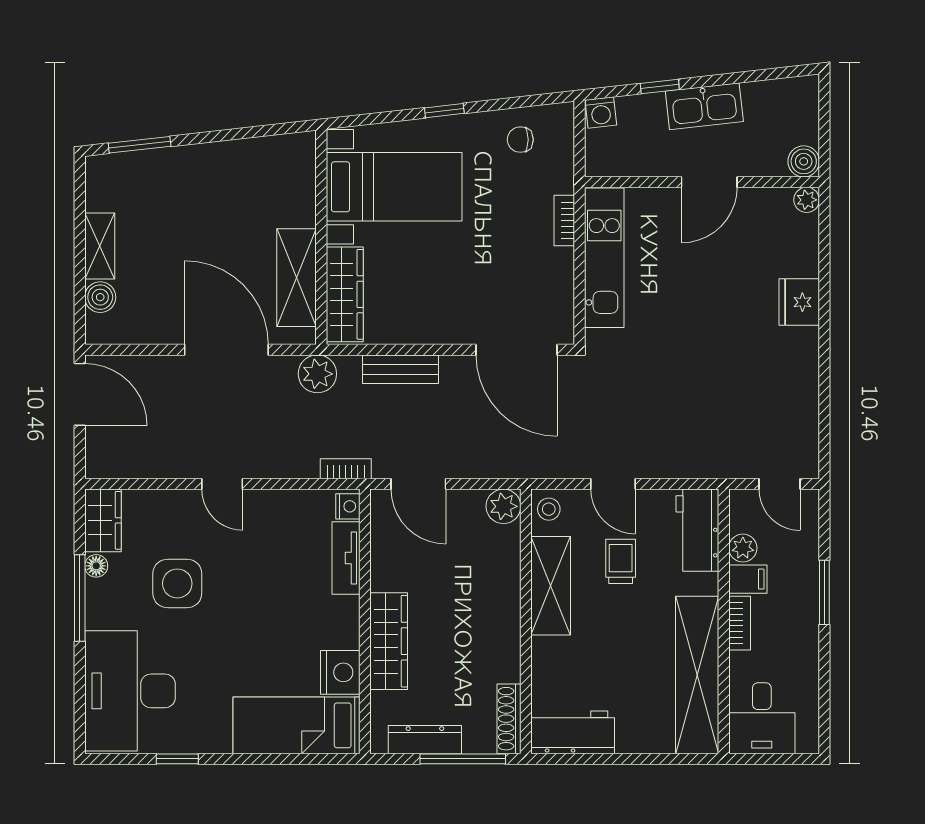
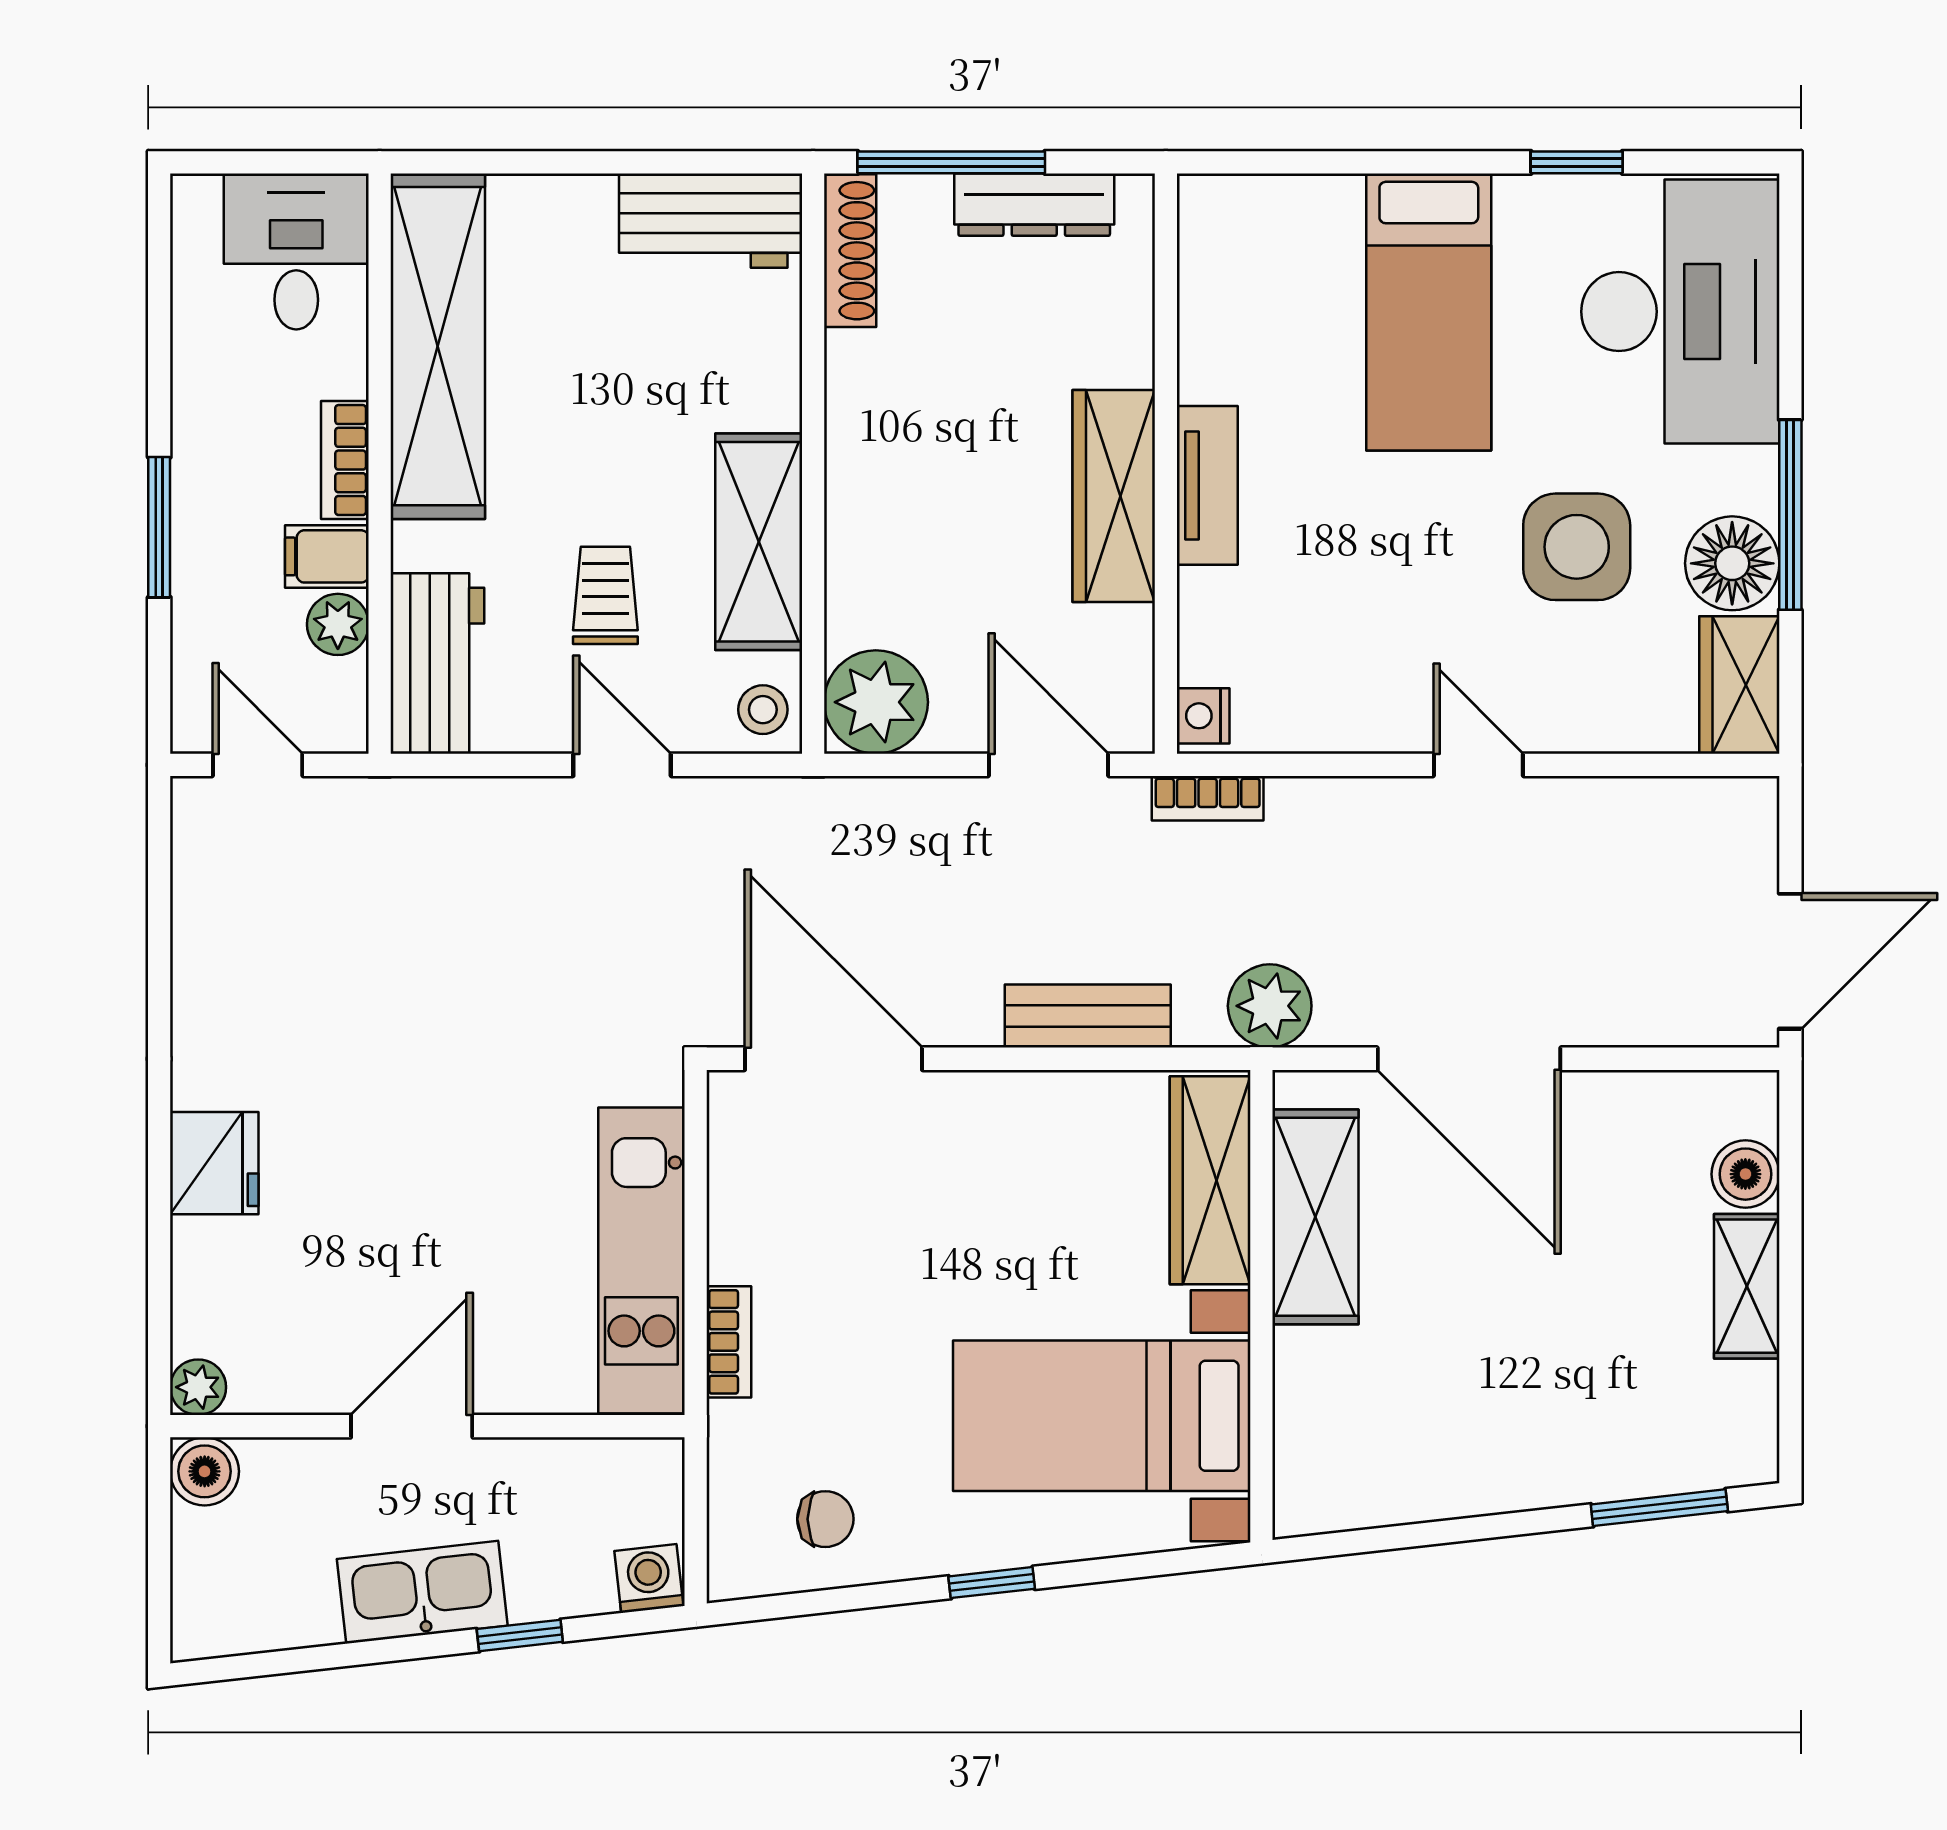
door: (80, 394) -> (1790, 961), swing flipped
plant: (503, 506) -> (876, 702), width x1.36, depth x1.36
tv unit: (346, 558) -> (1207, 485), moved
trolley: (621, 561) -> (605, 595), turned 180
floor lamp: (96, 566) -> (1732, 563), width x1.89, depth x1.89
wardrobe: (389, 641) -> (1114, 496), moved
nightstand: (340, 672) -> (1220, 352), removed
bed: (297, 725) -> (1429, 312), moved, turned 90

